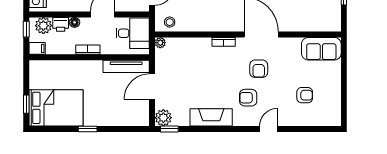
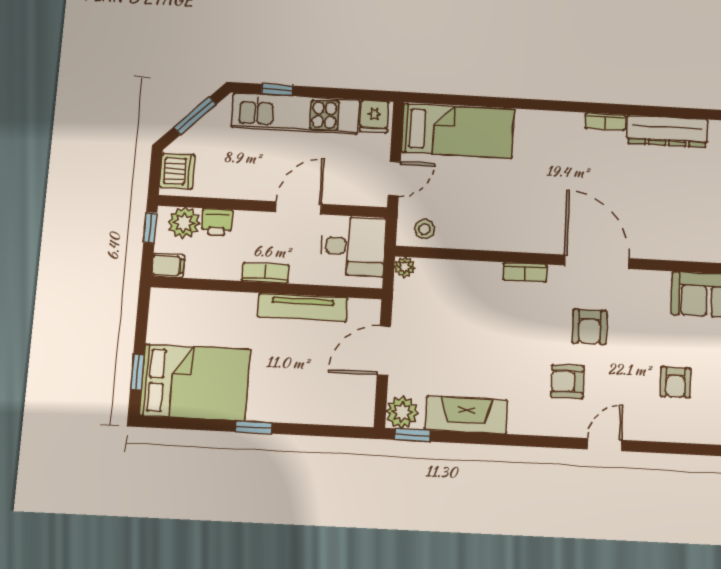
floor lamp: (75, 22) -> (244, 220), removed
tv unit: (126, 66) -> (303, 307), moved
armchair: (305, 95) -> (676, 382), turned 90
fireplace: (211, 117) -> (466, 415), moved

